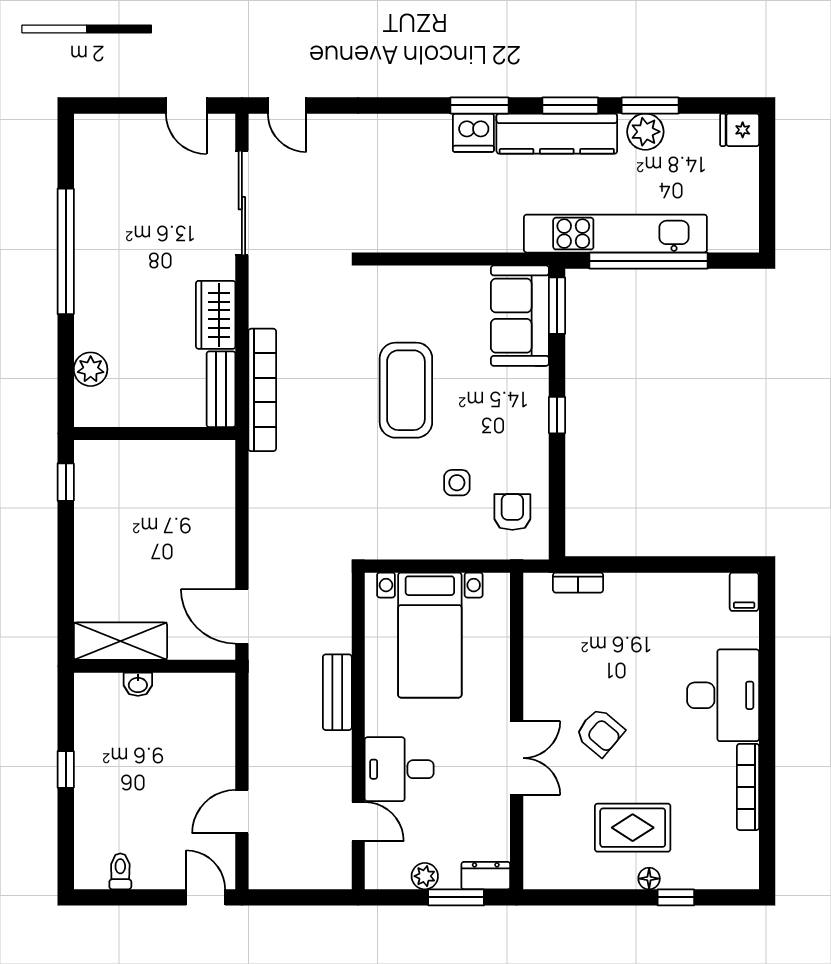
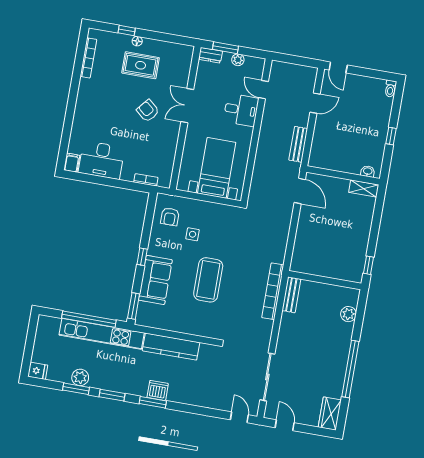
kitchen counter: (557, 134) -> (171, 347), moved, turned 180
wardrobe: (216, 315) -> (330, 414), moved, turned 180
sofa: (520, 316) -> (155, 280), moved
shelving: (120, 641) -> (364, 189), width x0.67, depth x0.75
washbasin: (138, 684) -> (368, 171), moved
bench: (337, 692) -> (298, 144), moved
desk: (723, 695) -> (101, 160), moved, turned -90
bookcase: (748, 787) -> (88, 58), moved
toilet: (120, 871) -> (390, 89), moved

